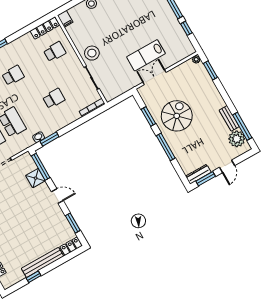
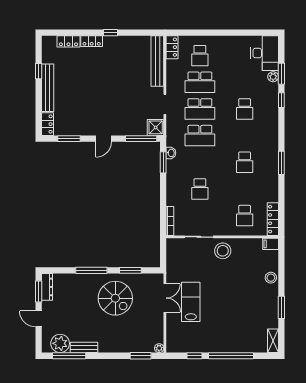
shower: (36, 178) -> (156, 127), moved

